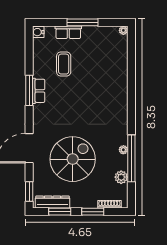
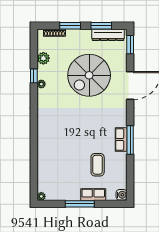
window: (131, 158) -> (34, 76), width x0.32

